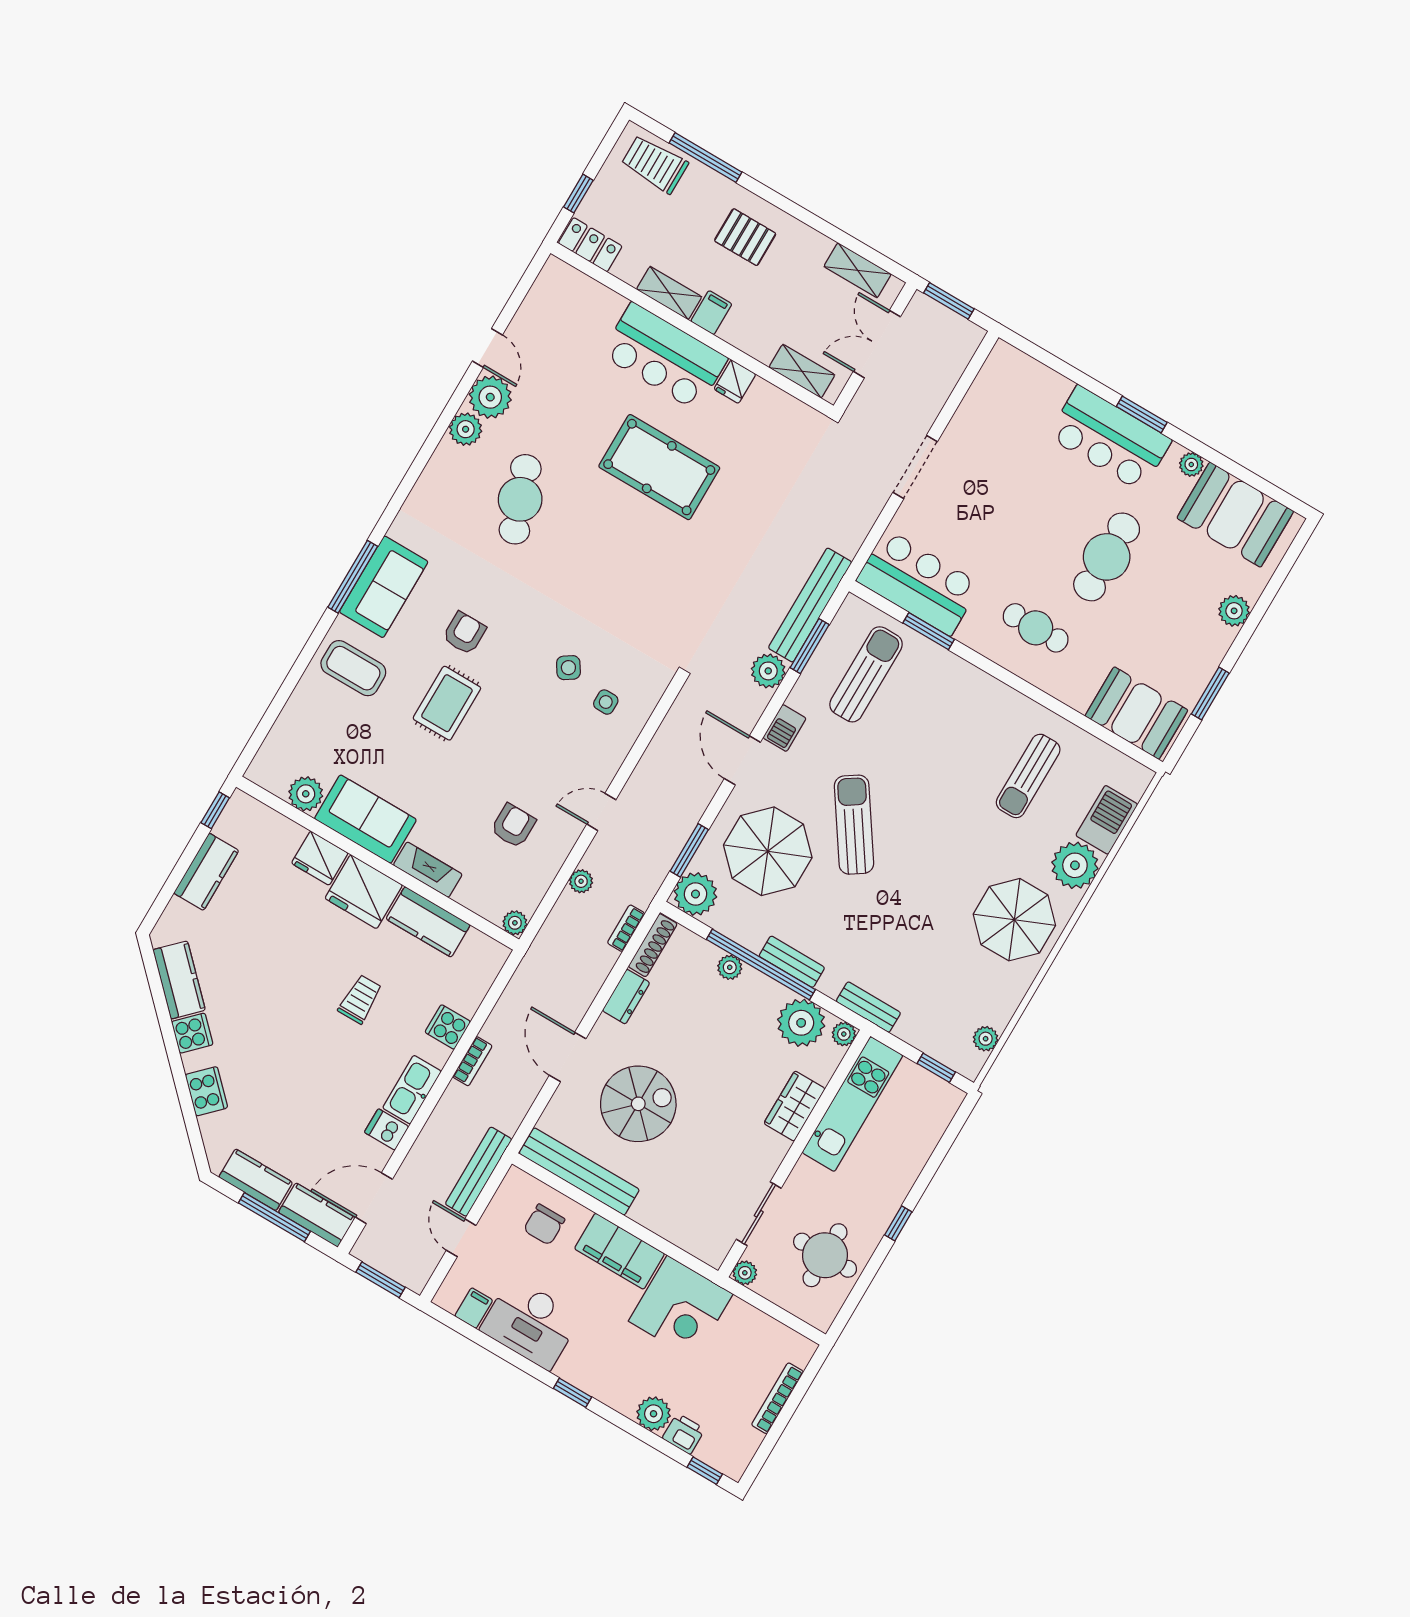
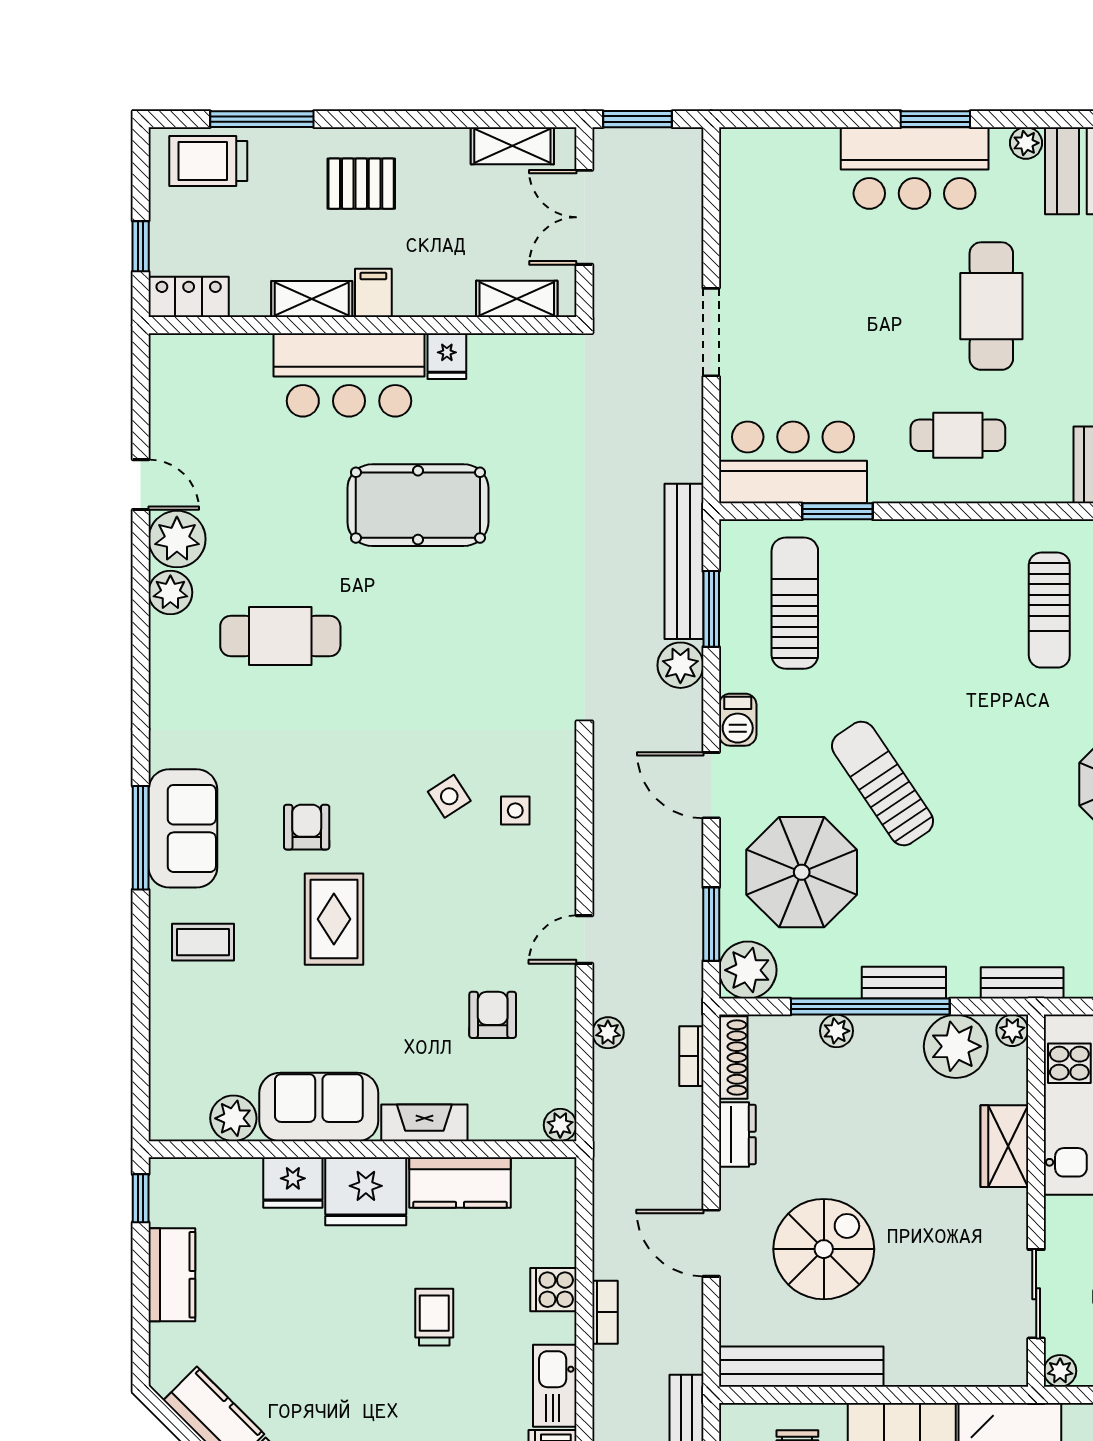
cafe table: (520, 499) -> (280, 636), turned -70
coffee table: (353, 668) -> (203, 942), width x0.73, depth x0.77

